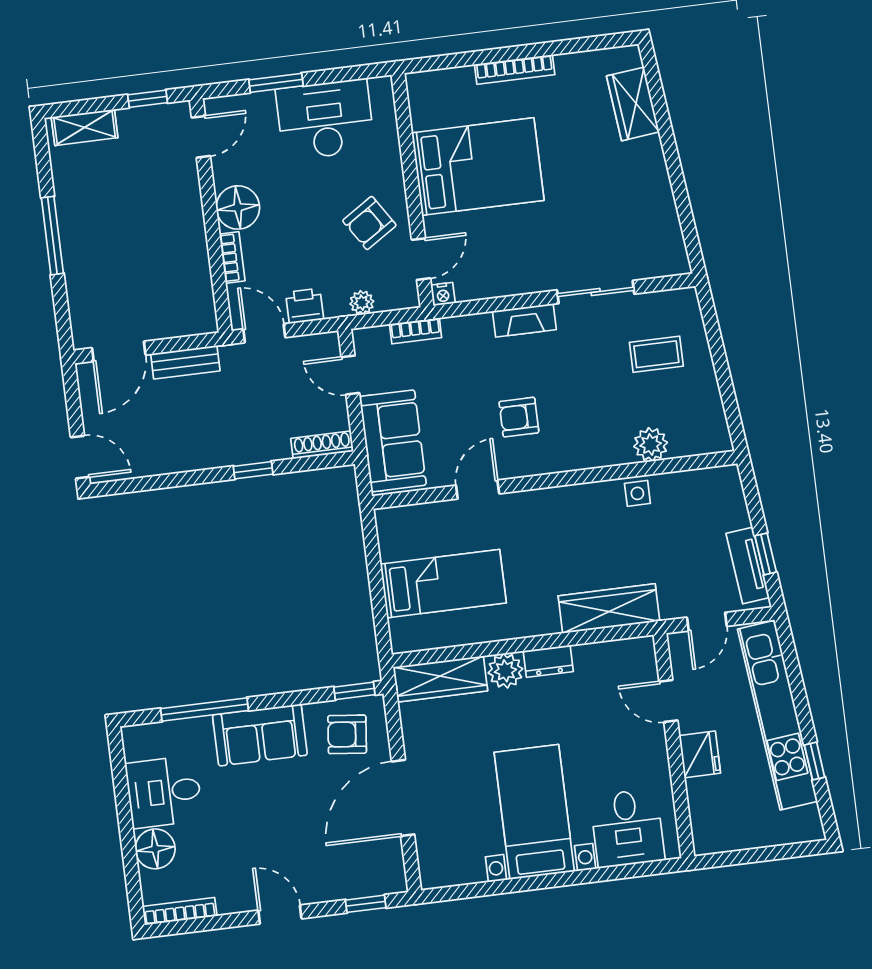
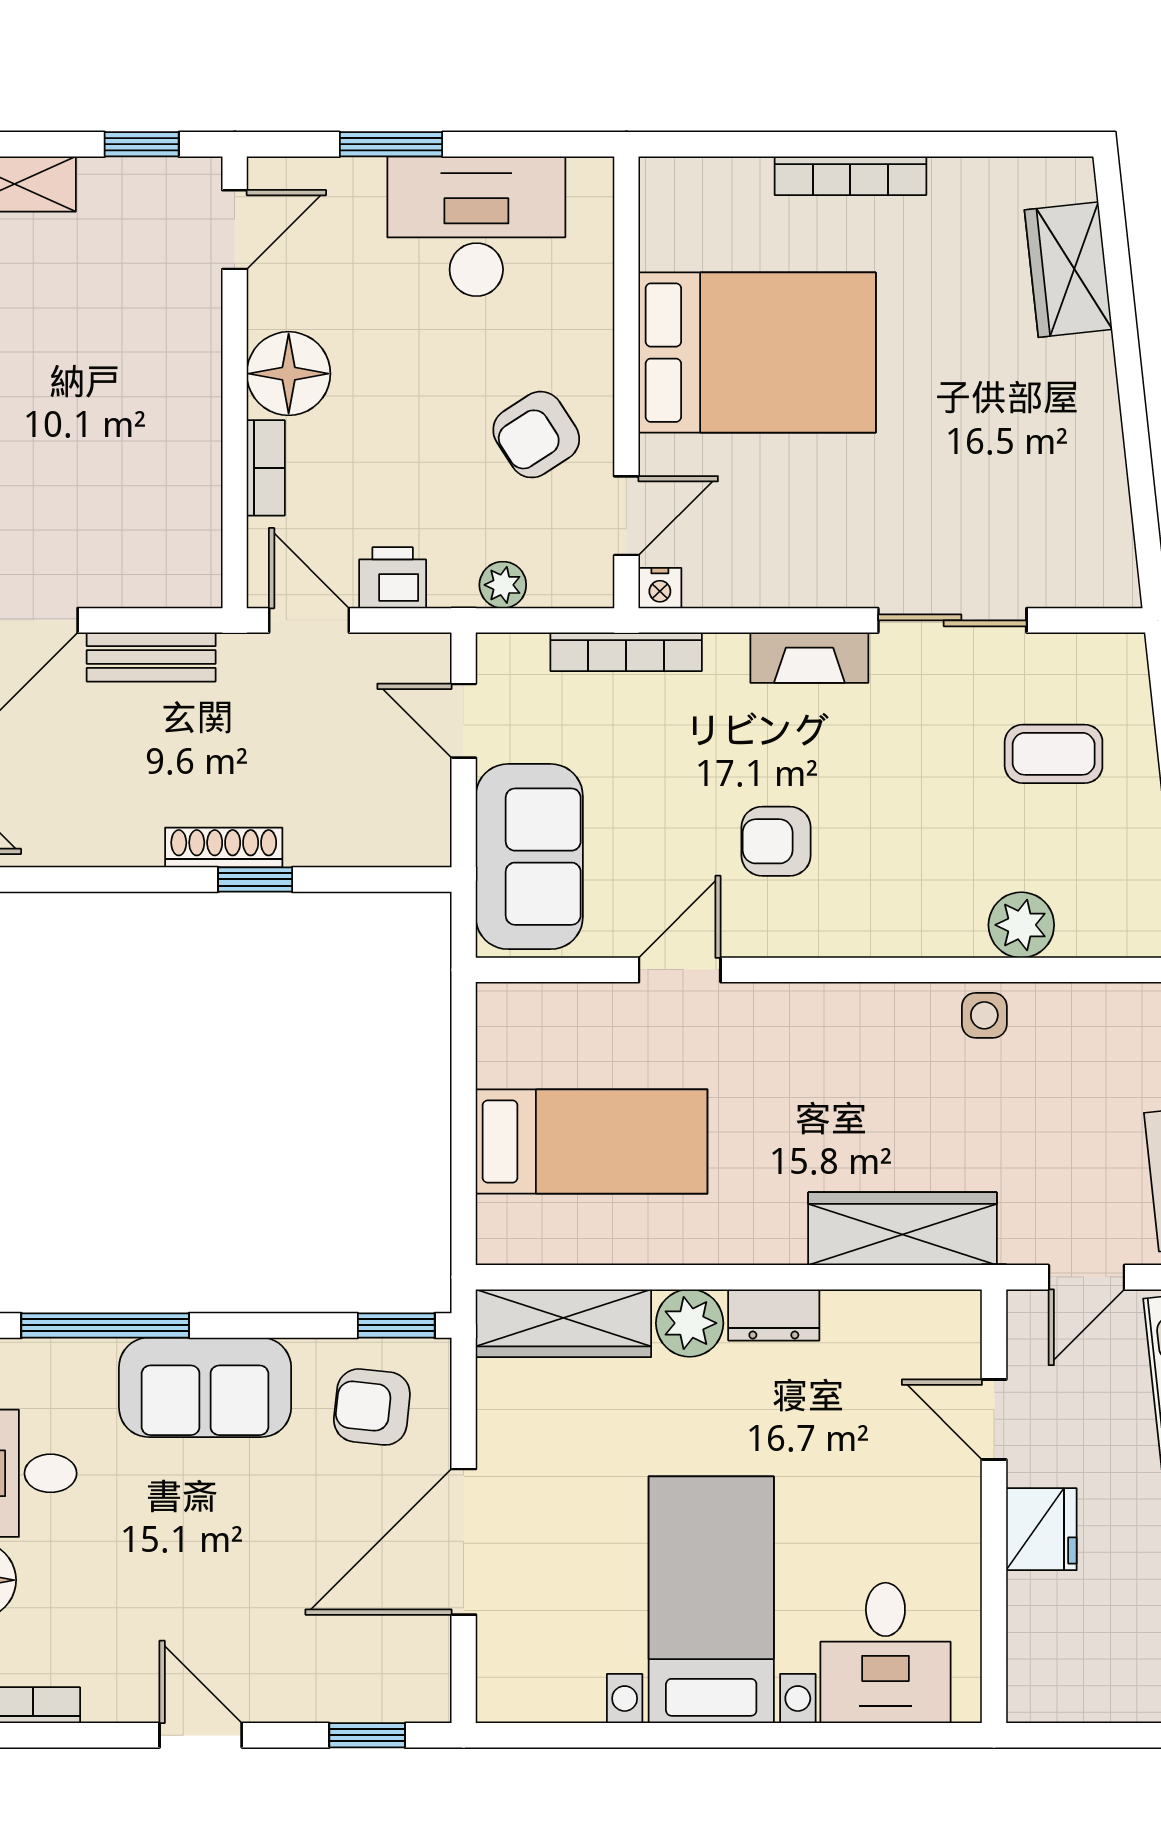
bookcase: (416, 331) -> (626, 652), width x1.56
shoe rack: (322, 445) -> (224, 848), moved

